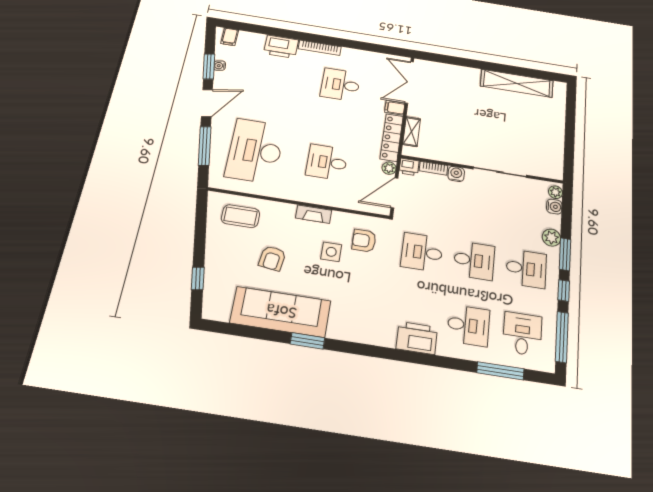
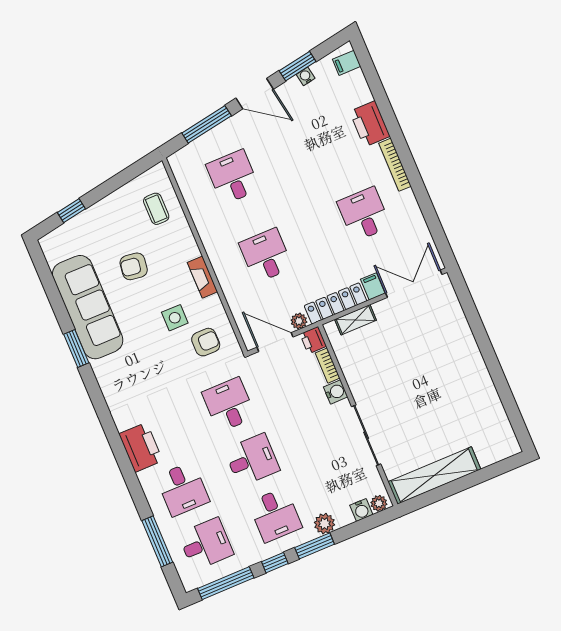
shelving: (517, 83) -> (434, 476), moved, turned 90
desk: (255, 151) -> (233, 177), width x0.53, depth x0.77
coffee table: (241, 216) -> (156, 209), width x0.73, depth x0.77
armchair: (364, 241) -> (206, 342), turned 90
desk: (474, 260) -> (252, 460), turned -90

